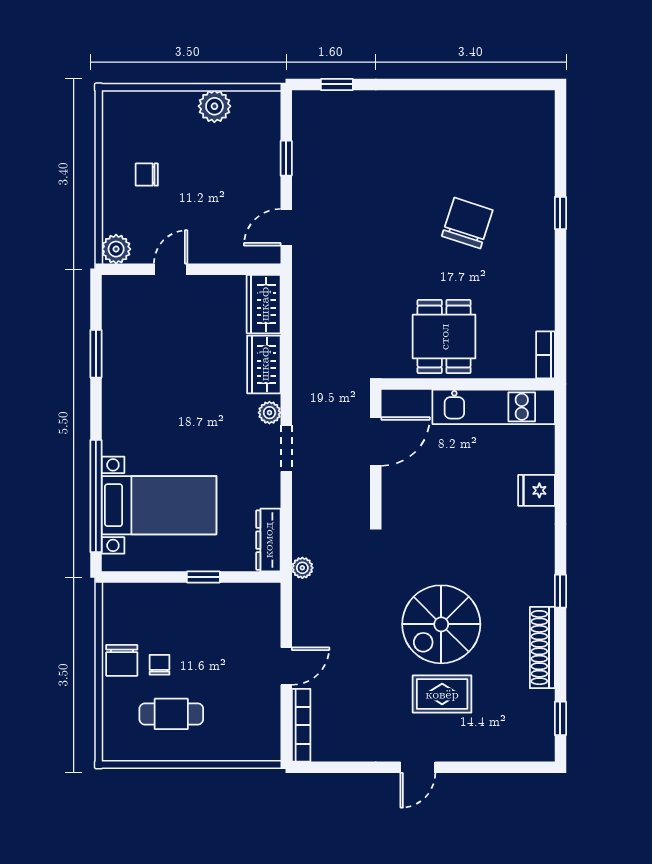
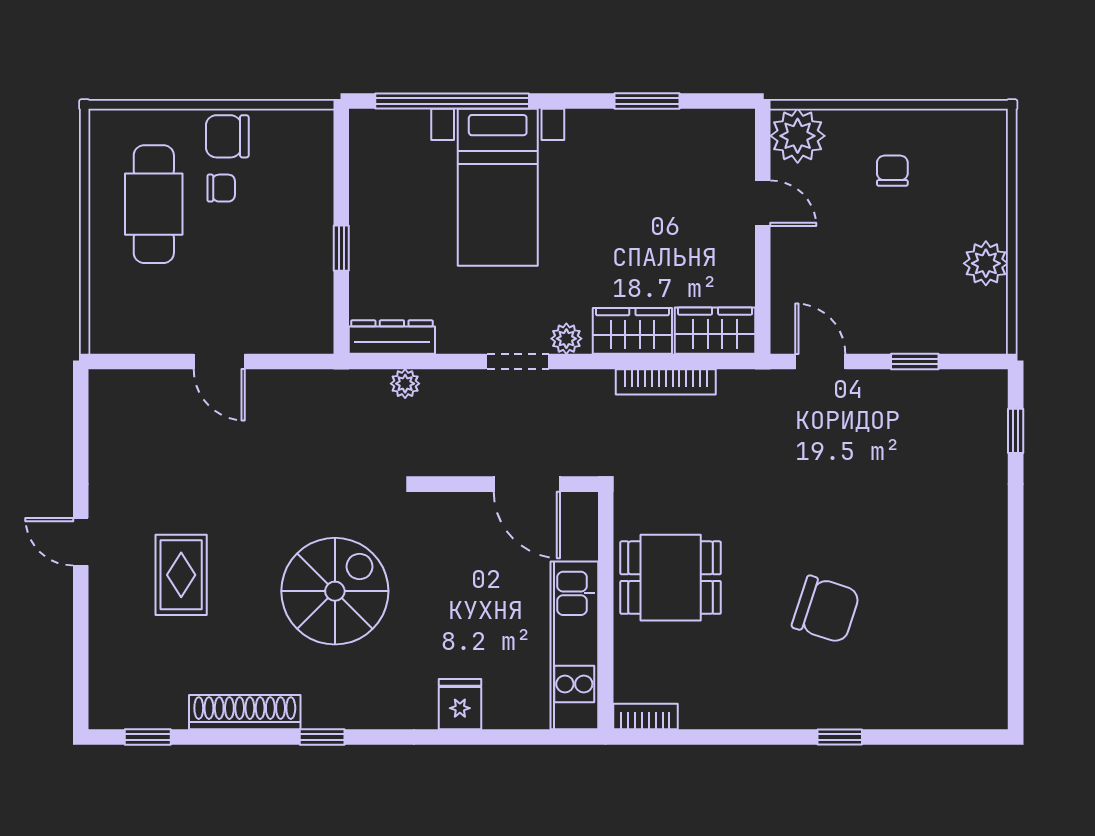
plant: (116, 249) -> (798, 136), width x1.36, depth x1.36
bed with nightstands: (159, 505) -> (498, 187), moved
plant: (302, 568) -> (405, 384), moved
spiral stairs: (441, 624) -> (335, 591), moved, turned 90
cafe table: (171, 714) -> (154, 204), width x1.37, depth x1.35
bookcase: (301, 725) -> (666, 382), moved

